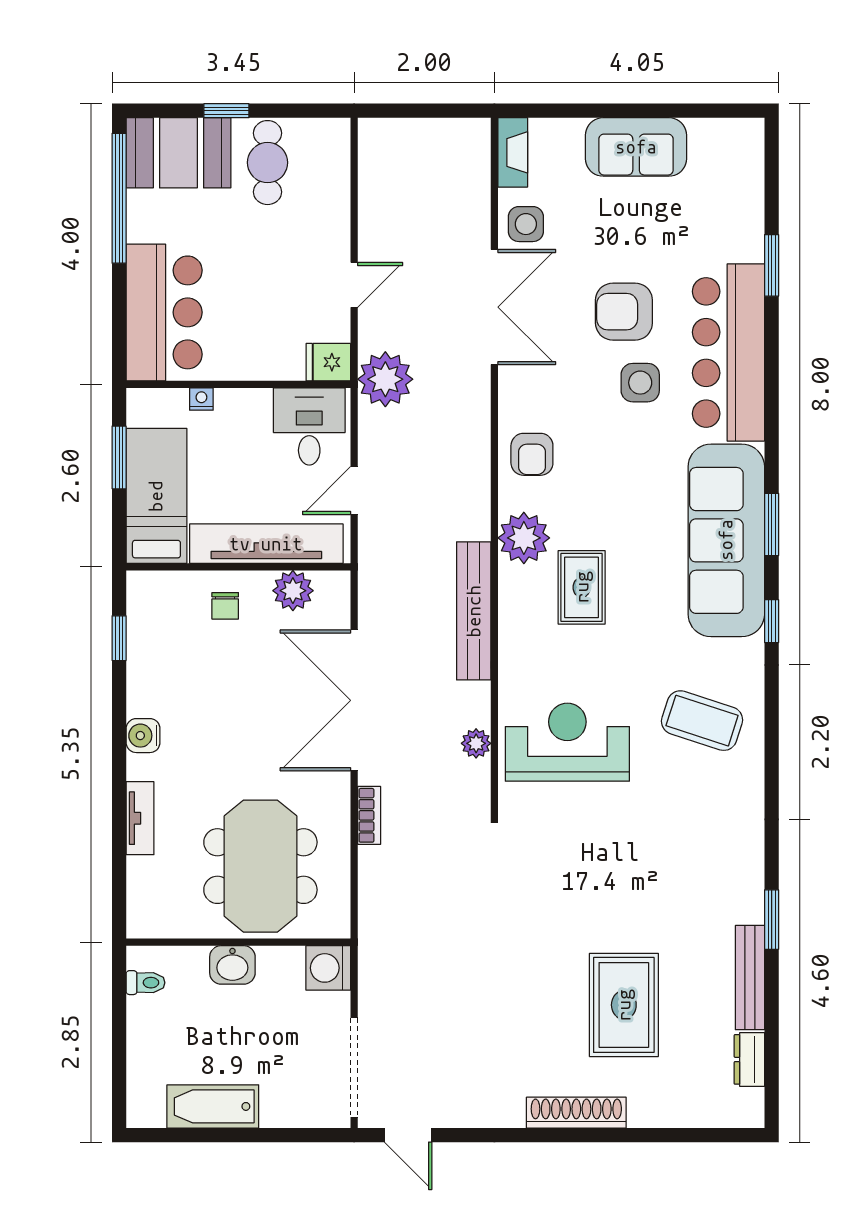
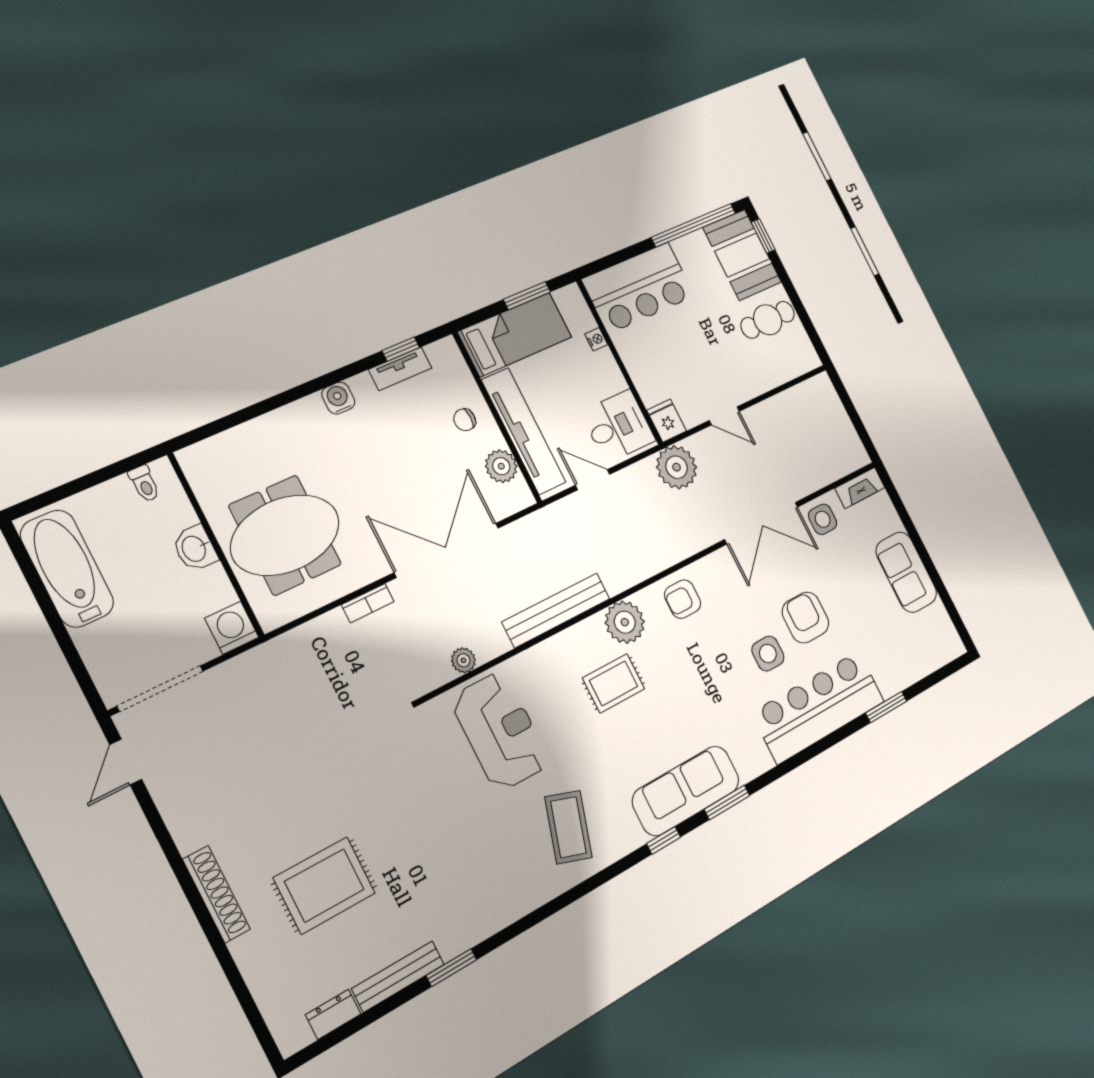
window: (226, 111) -> (763, 236), moved
sofa: (726, 540) -> (686, 791), width x0.74, depth x0.79
tv unit: (140, 818) -> (400, 369), moved
bathtub: (213, 1106) -> (67, 569), width x1.36, depth x1.36

